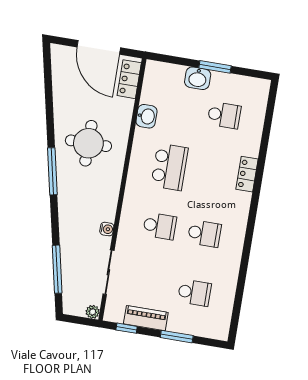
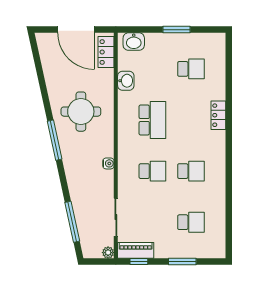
washbasin: (198, 78) -> (134, 42), moved
water cooler: (107, 229) -> (108, 163), moved
piano: (146, 318) -> (136, 250), moved

